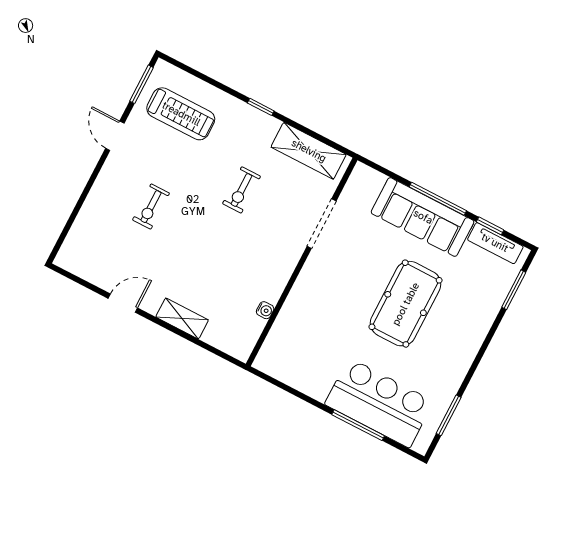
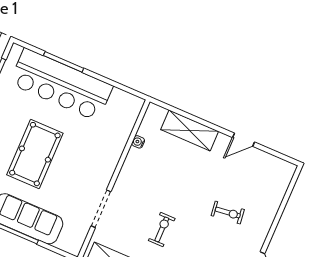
exercise bike: (151, 207) -> (228, 213), turned 83
shelving: (182, 318) -> (190, 130), width x1.50, depth x1.33
bar counter: (379, 403) -> (61, 85), width x1.36

